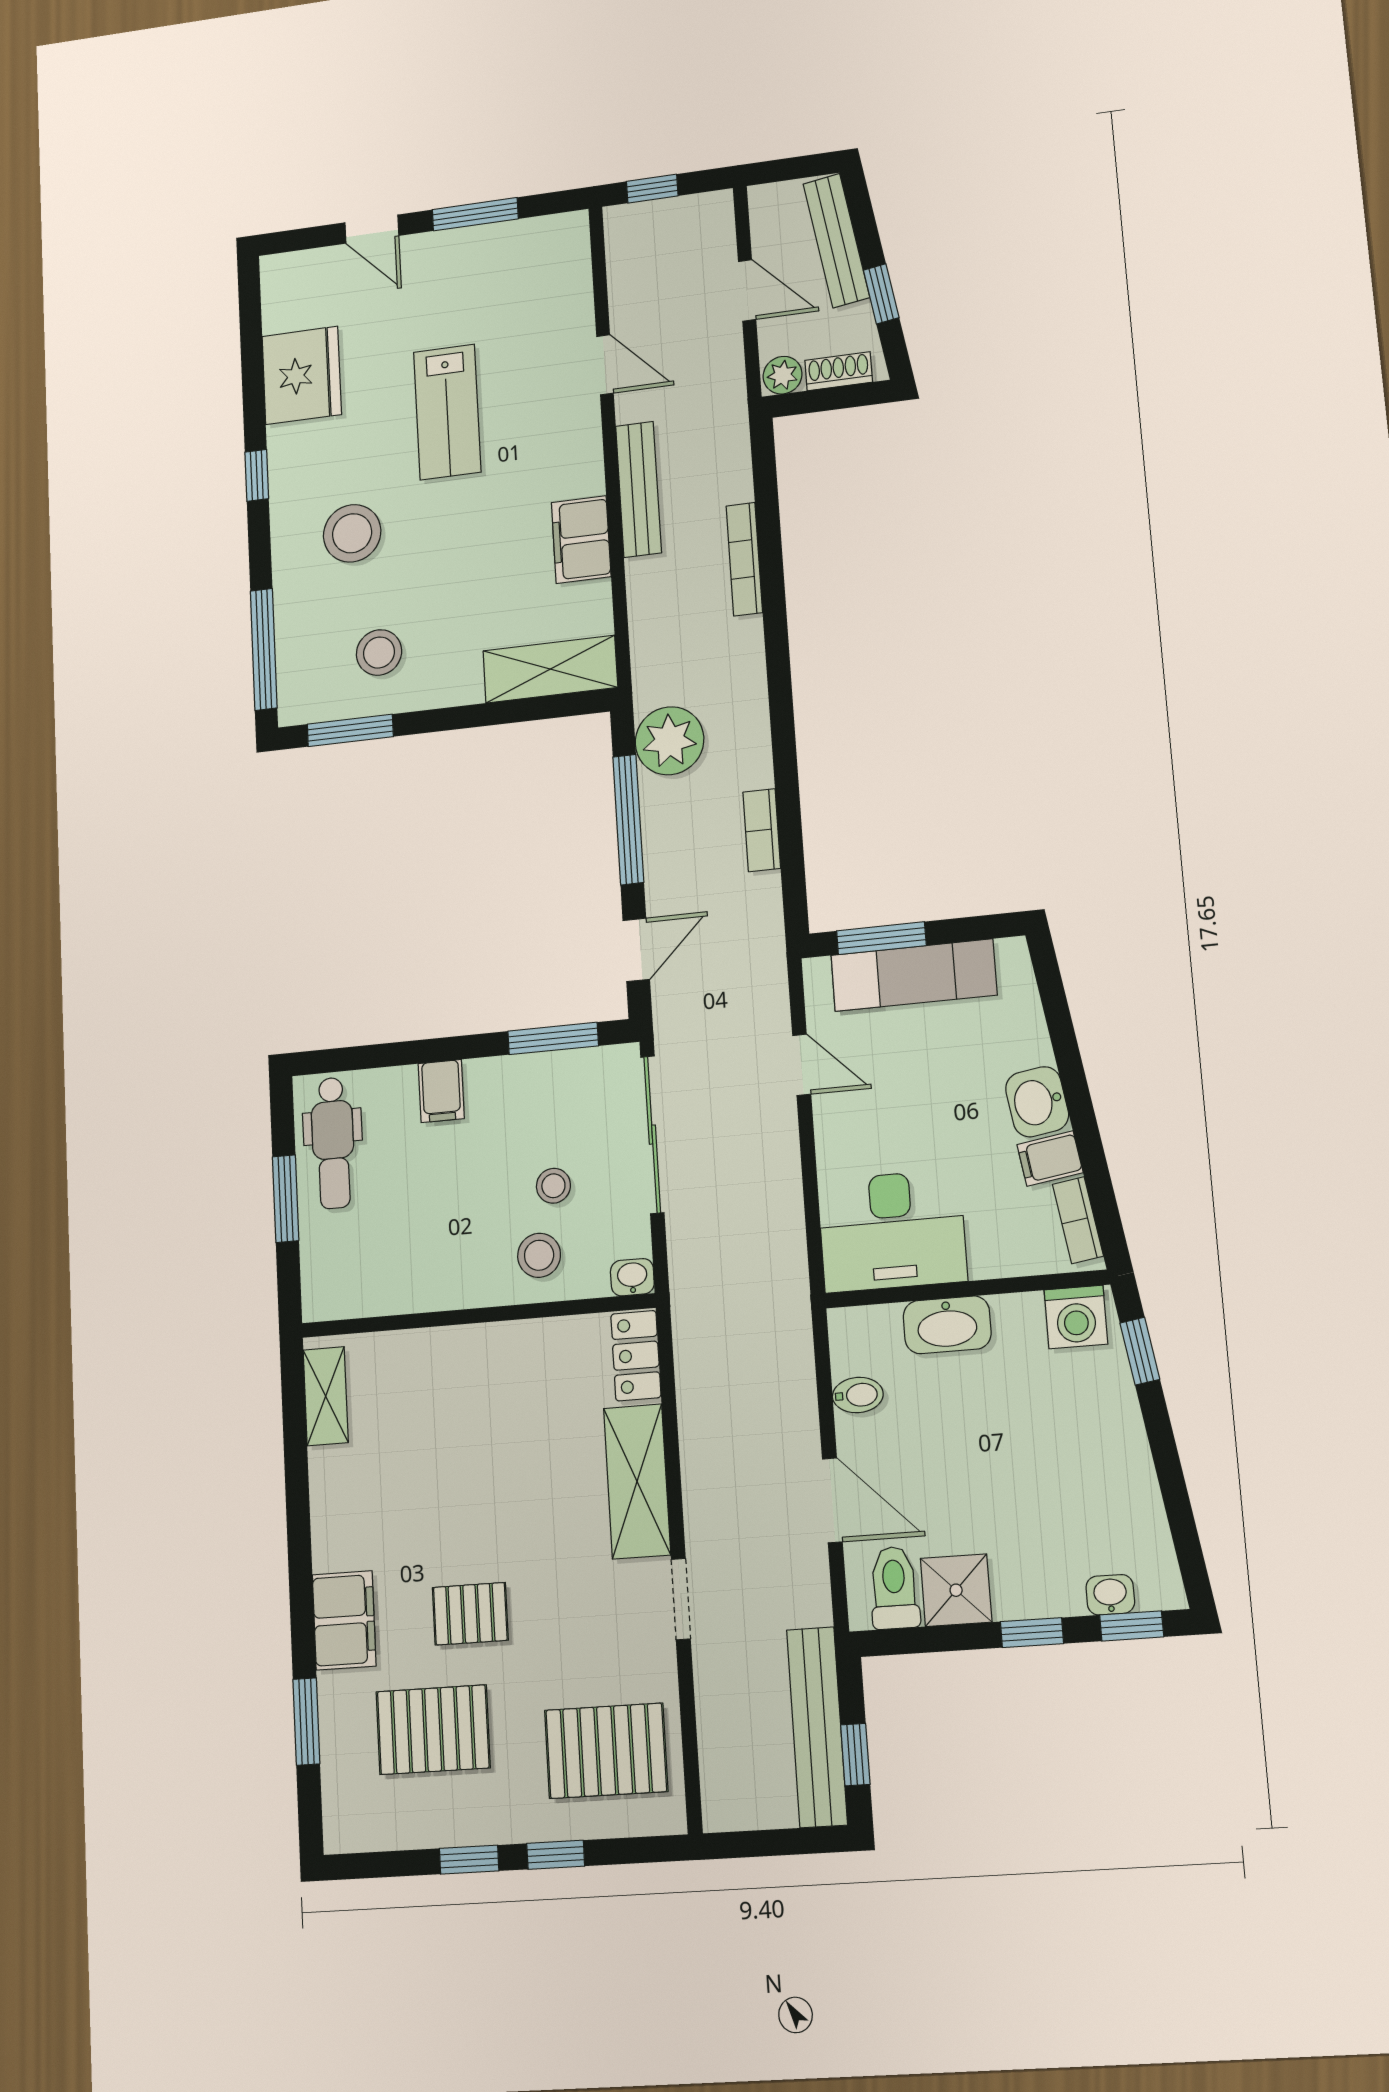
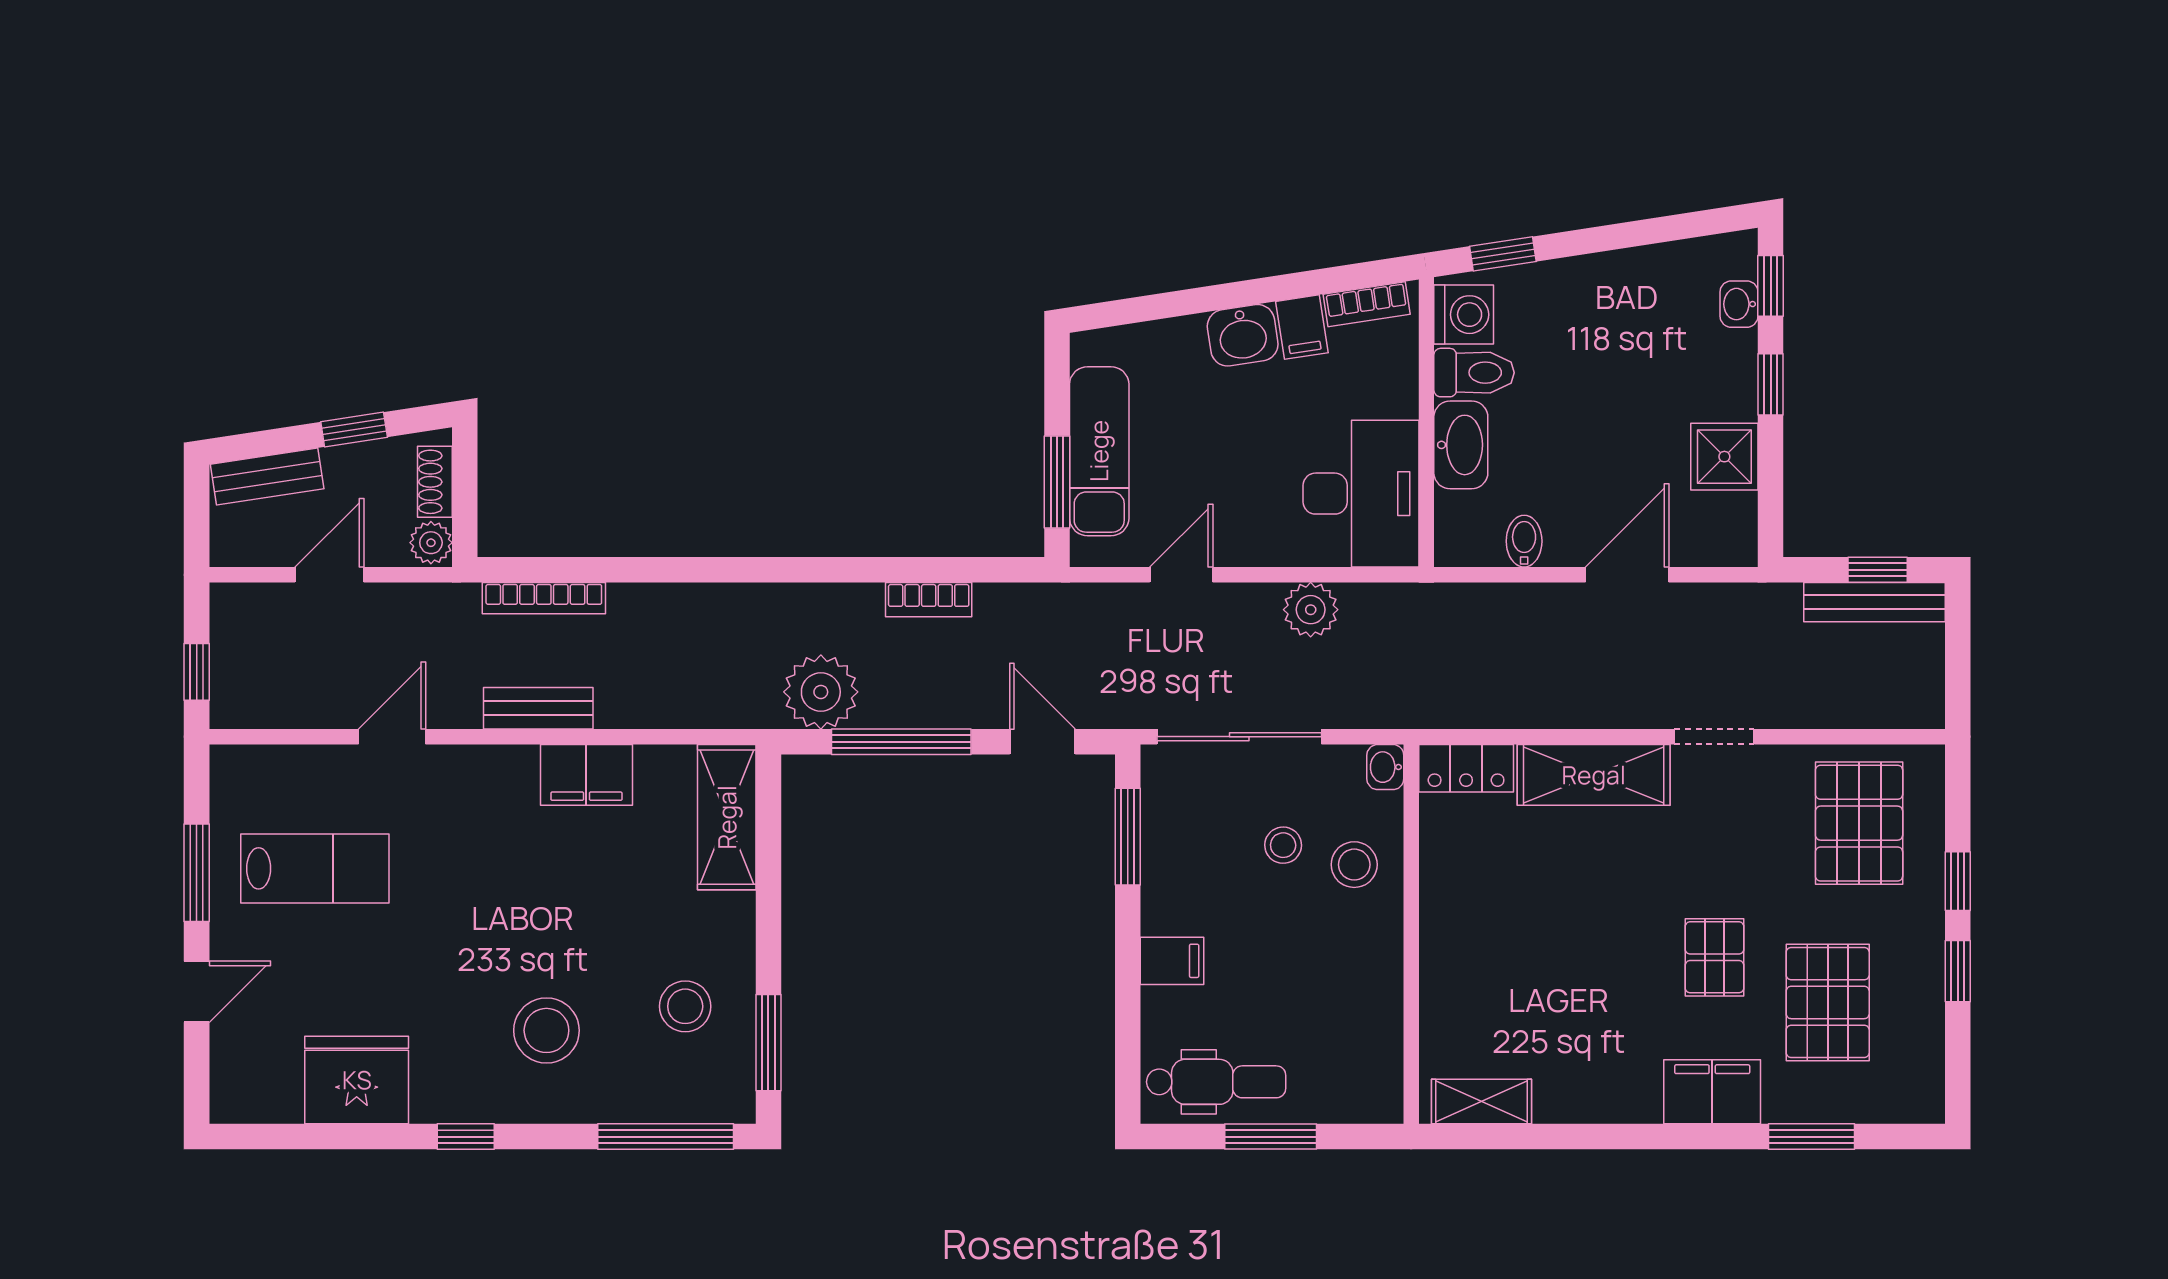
bench: (836, 241) -> (267, 476), width x0.73
lab bench: (447, 412) -> (315, 868), moved
bench: (639, 489) -> (538, 708), width x0.73
bookcase: (744, 559) -> (544, 598), moved
plant: (777, 1192) -> (1311, 610), added
toilet: (894, 1588) -> (1474, 373), moved, turned 180
bench: (817, 1727) -> (1874, 602), width x0.73, depth x0.82

